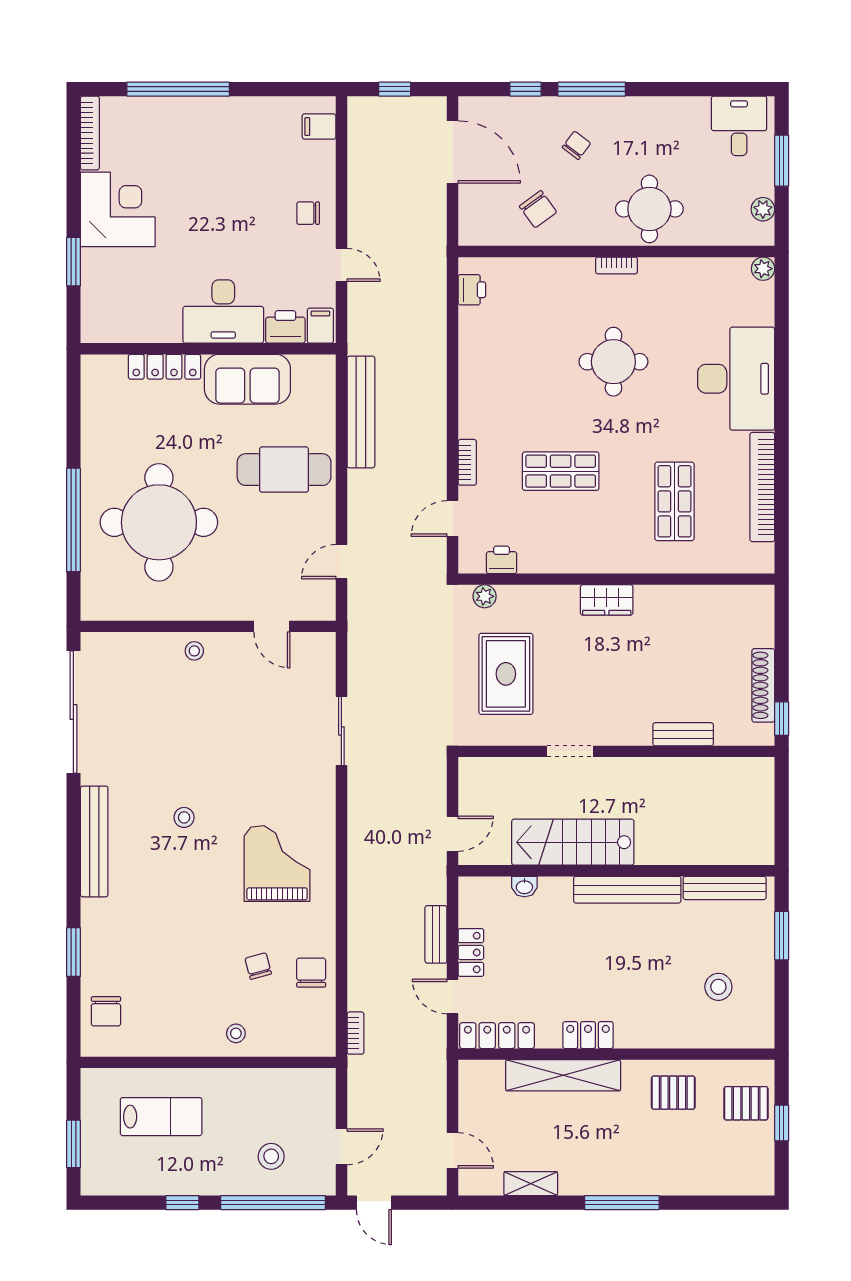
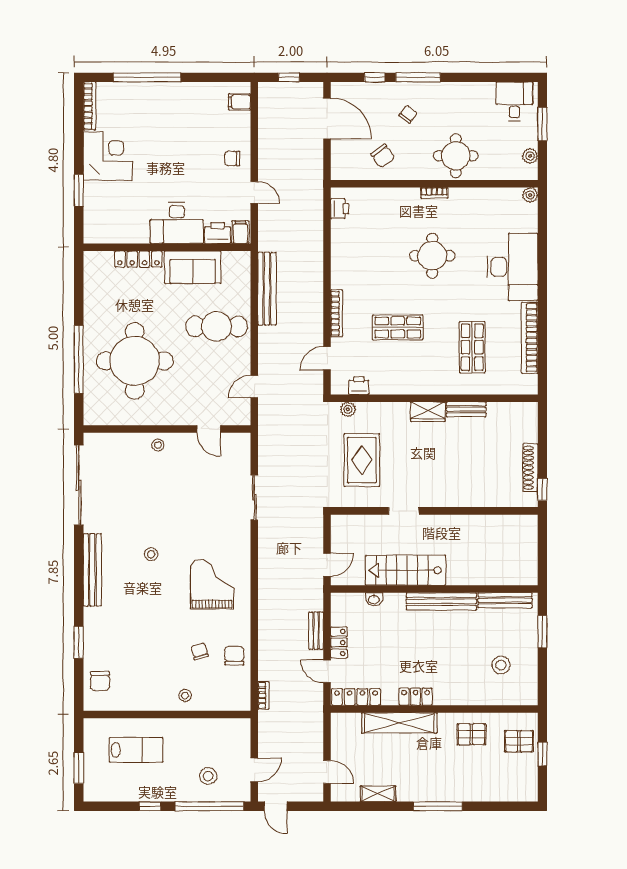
bookcase: (467, 462) -> (337, 313), width x1.56
bench: (683, 734) -> (466, 409), moved

